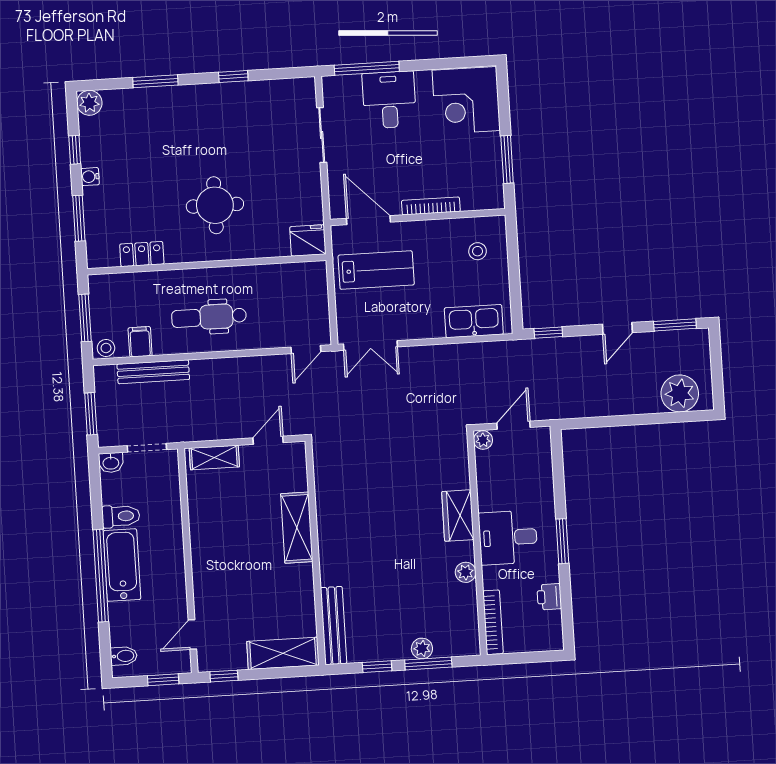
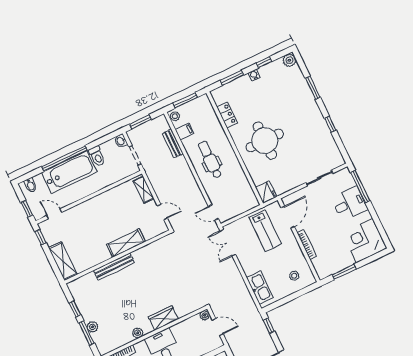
round table: (215, 205) -> (265, 141), width x1.36, depth x1.36
bench: (153, 372) -> (173, 144), width x0.73
bathtub: (122, 565) -> (69, 172), width x1.36, depth x1.36
bench: (334, 626) -> (114, 267), moved

